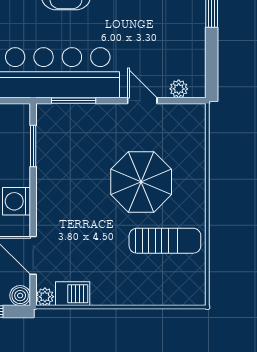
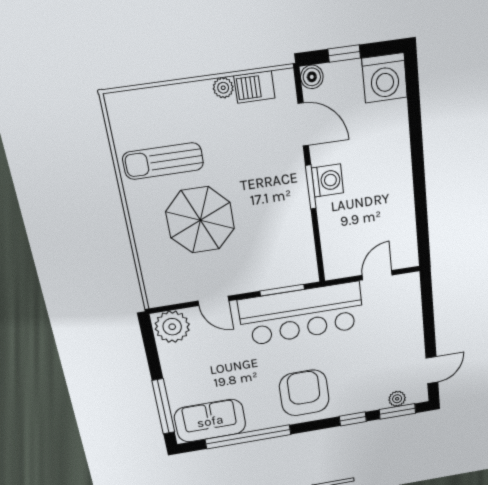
plant: (179, 89) -> (172, 327), width x1.88, depth x1.88
window: (33, 146) -> (311, 187), moved
plant: (45, 297) -> (223, 88), moved

